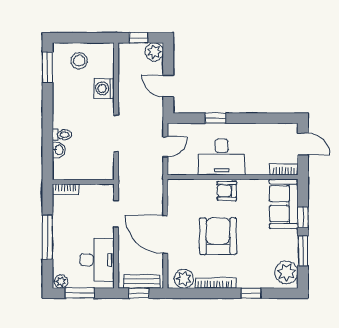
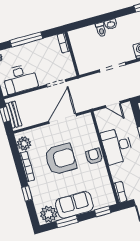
washbasin: (59, 150) -> (111, 24), moved
sofa: (284, 204) -> (74, 205), moved
window: (303, 217) -> (103, 211), moved
door: (165, 235) -> (63, 119), moved

